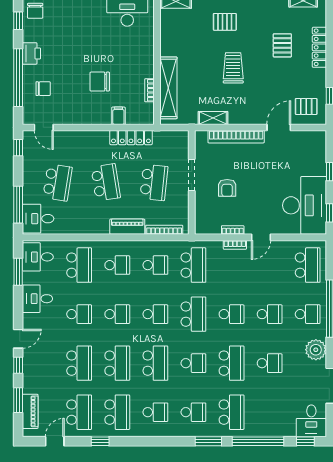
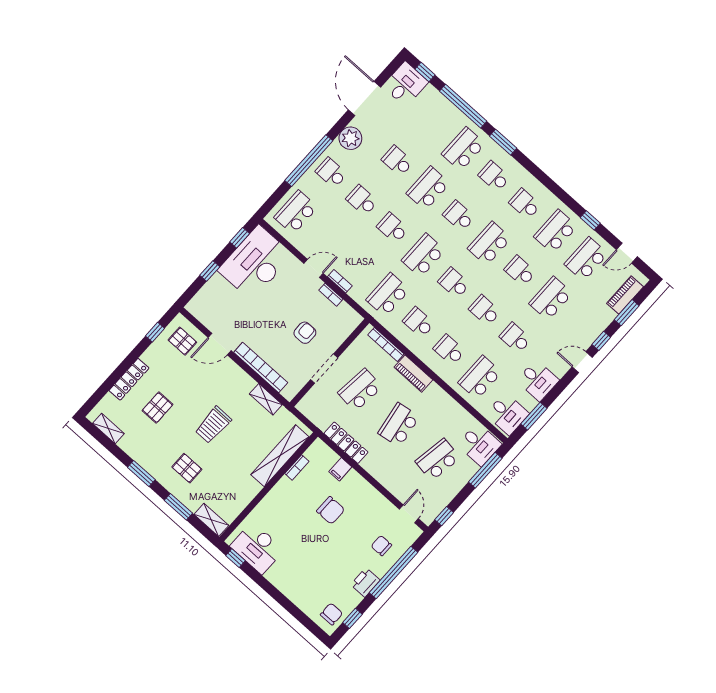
school desk: (117, 363) -> (520, 271), width x0.54

